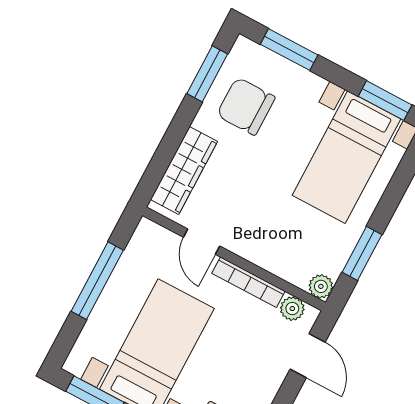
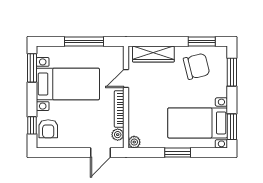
chair: (246, 106) -> (197, 66), turned 76
window: (362, 253) -> (178, 153), moved

